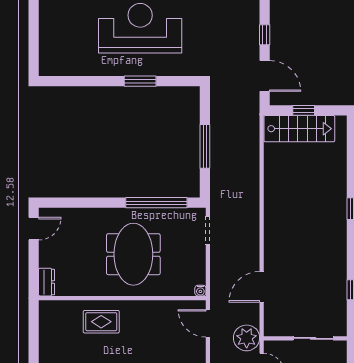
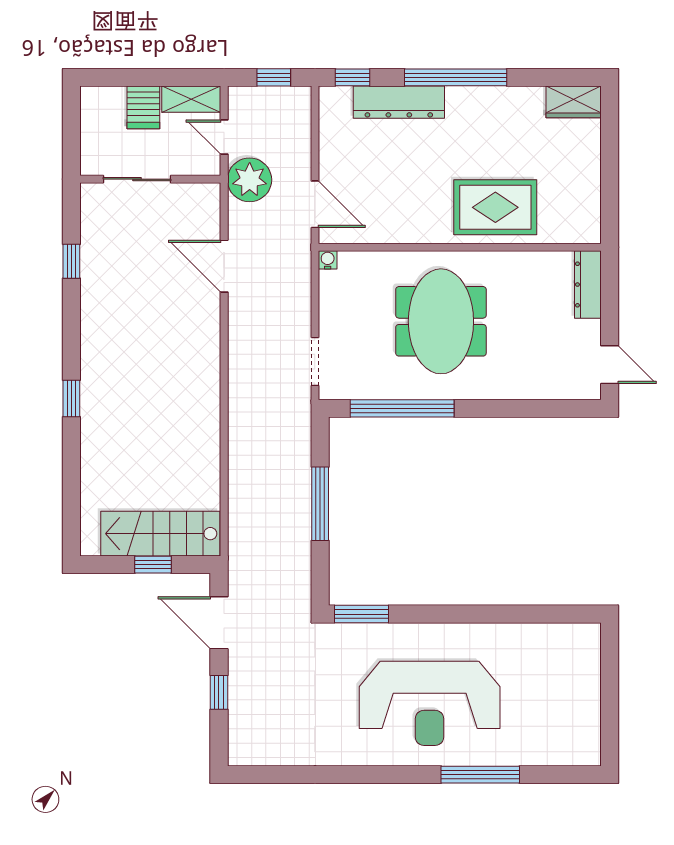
window: (140, 81) -> (361, 614), moved
door: (34, 229) -> (610, 365), swing flipped
dresser: (47, 282) -> (588, 285), width x1.44
door: (262, 287) -> (224, 266), swing flipped
rug: (101, 322) -> (495, 207), width x1.36, depth x1.43

